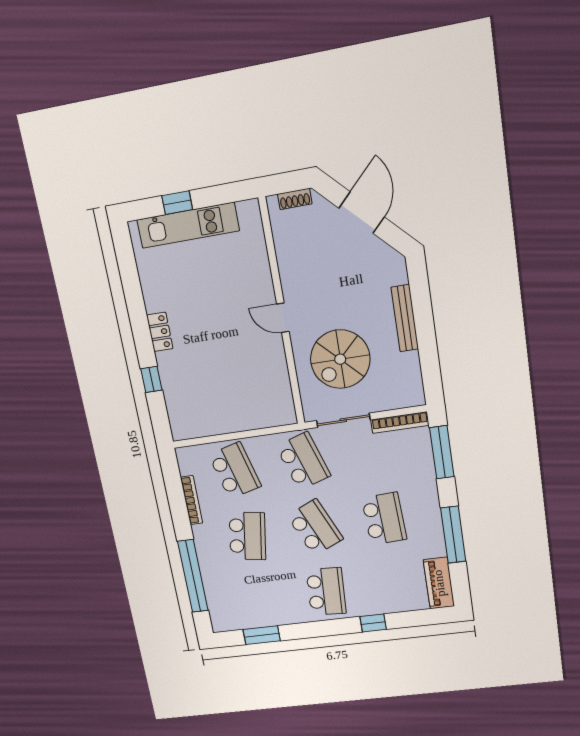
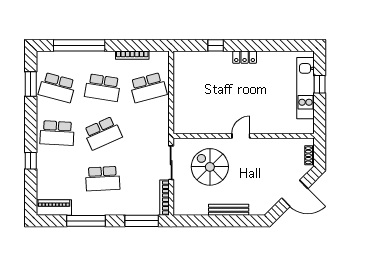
school desk: (303, 461) -> (57, 88), moved, turned 33

